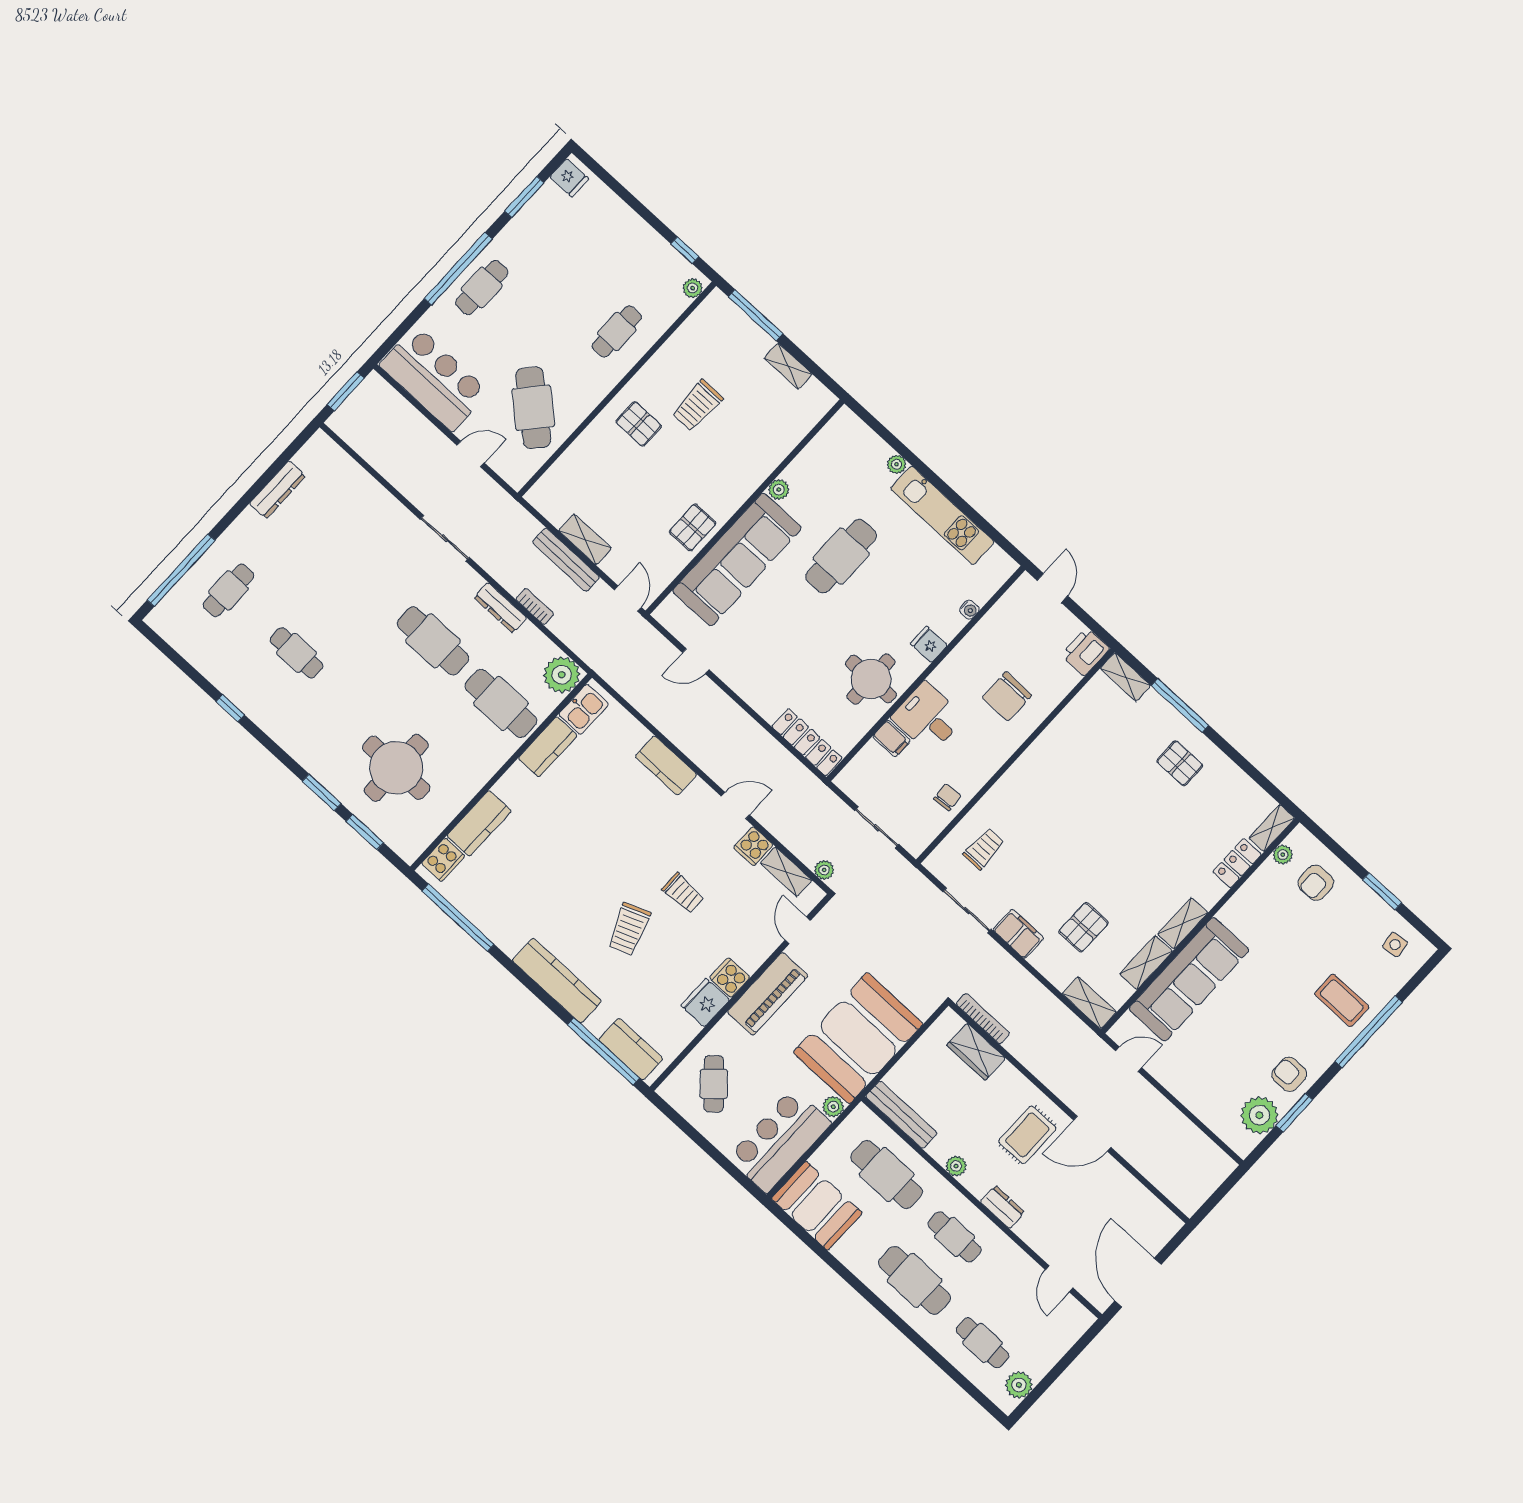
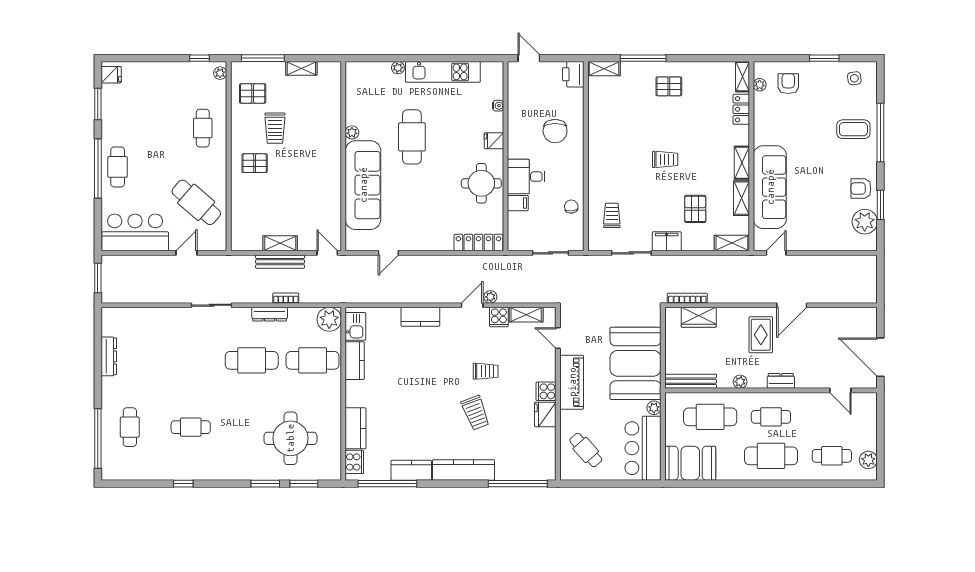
pallet: (693, 527) -> (253, 93), moved, turned 90
trolley: (1101, 841) -> (665, 159), added
plant: (824, 870) -> (490, 297), moved
armchair: (1316, 883) -> (788, 84), turned 180
kitchen counter: (631, 1049) -> (411, 470), moved

